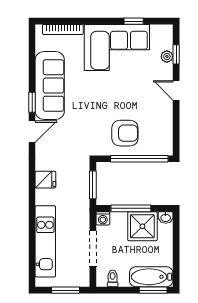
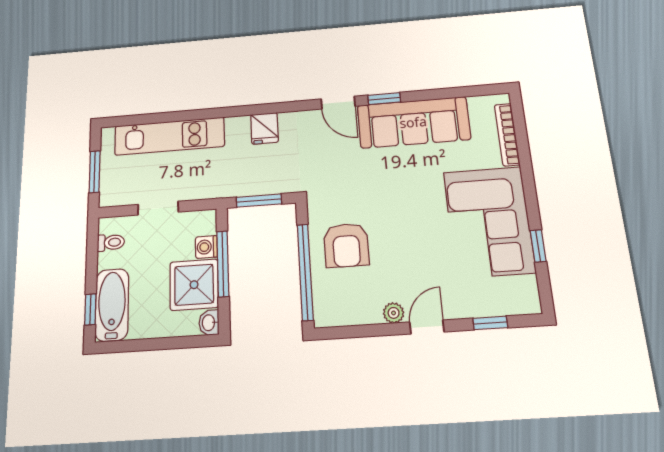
plant: (167, 57) -> (394, 313), moved
washing machine: (103, 218) -> (206, 247), moved
doorway: (93, 249) -> (158, 208), width x0.73
window: (153, 290) -> (90, 309), width x0.67

